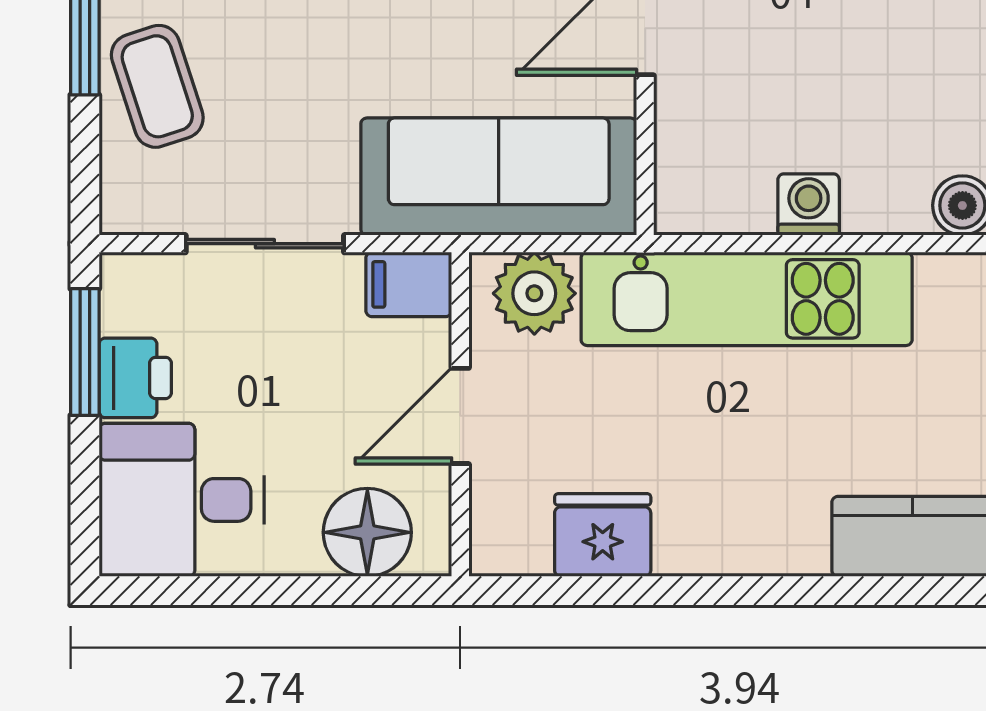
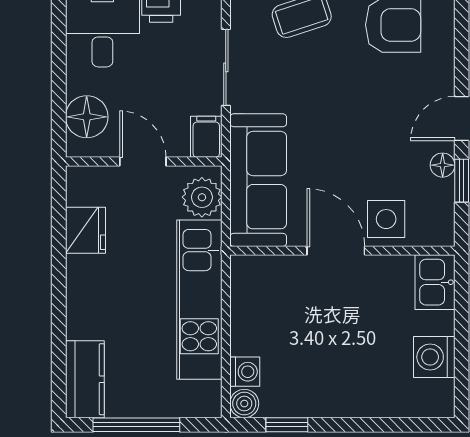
washing machine: (809, 204) -> (245, 372), moved

